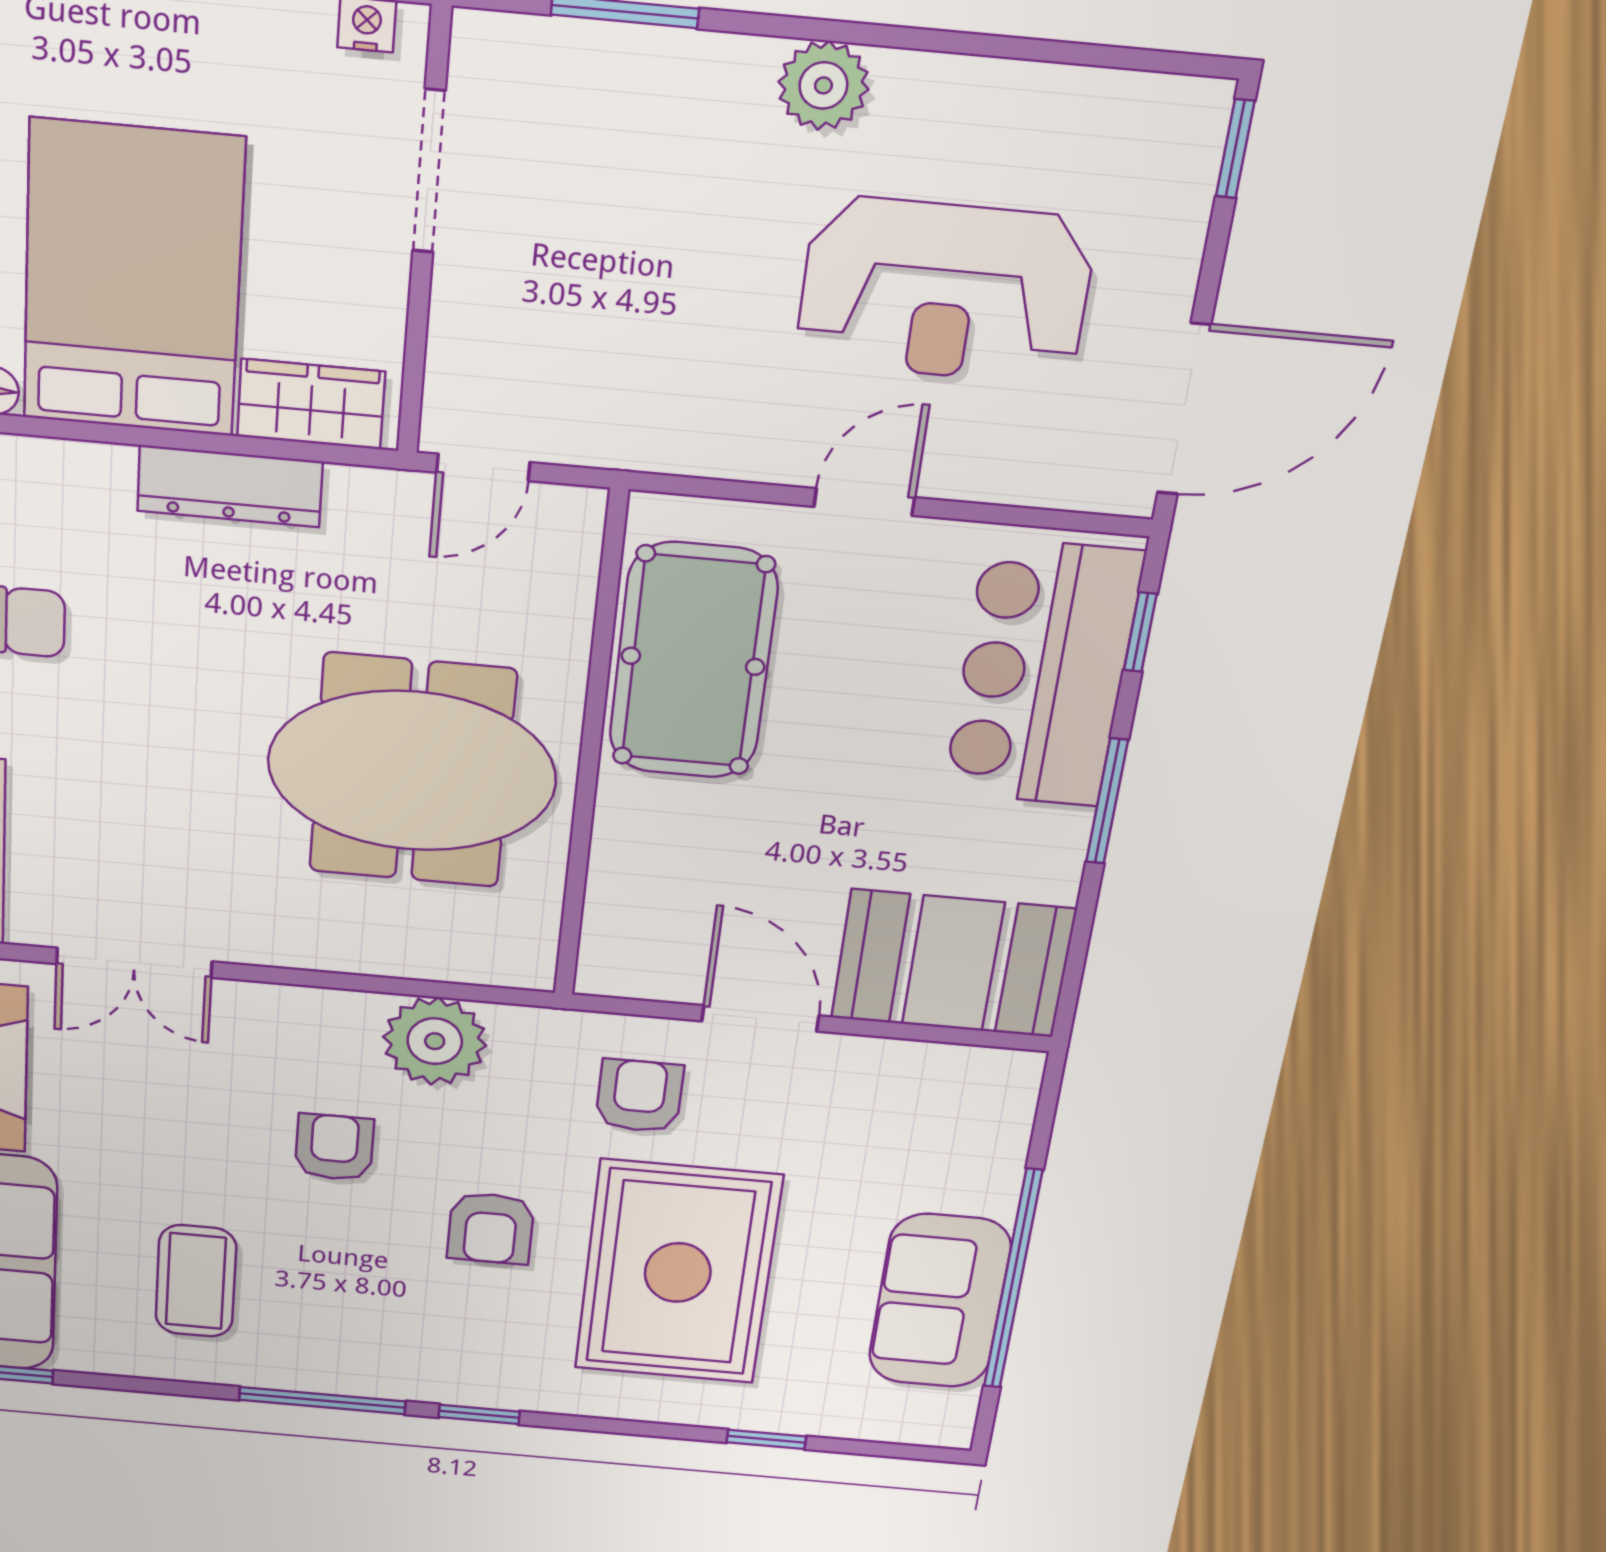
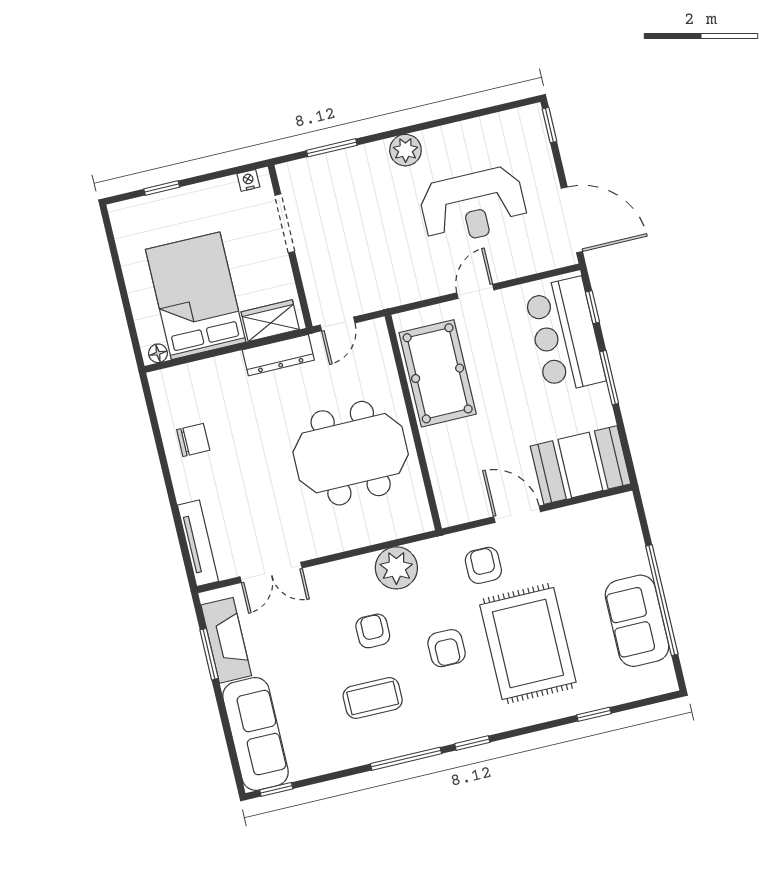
door: (1184, 409) -> (572, 220), hinge flipped
dresser: (230, 486) -> (278, 355), moved
coffee table: (196, 1281) -> (373, 698), moved, turned 90

